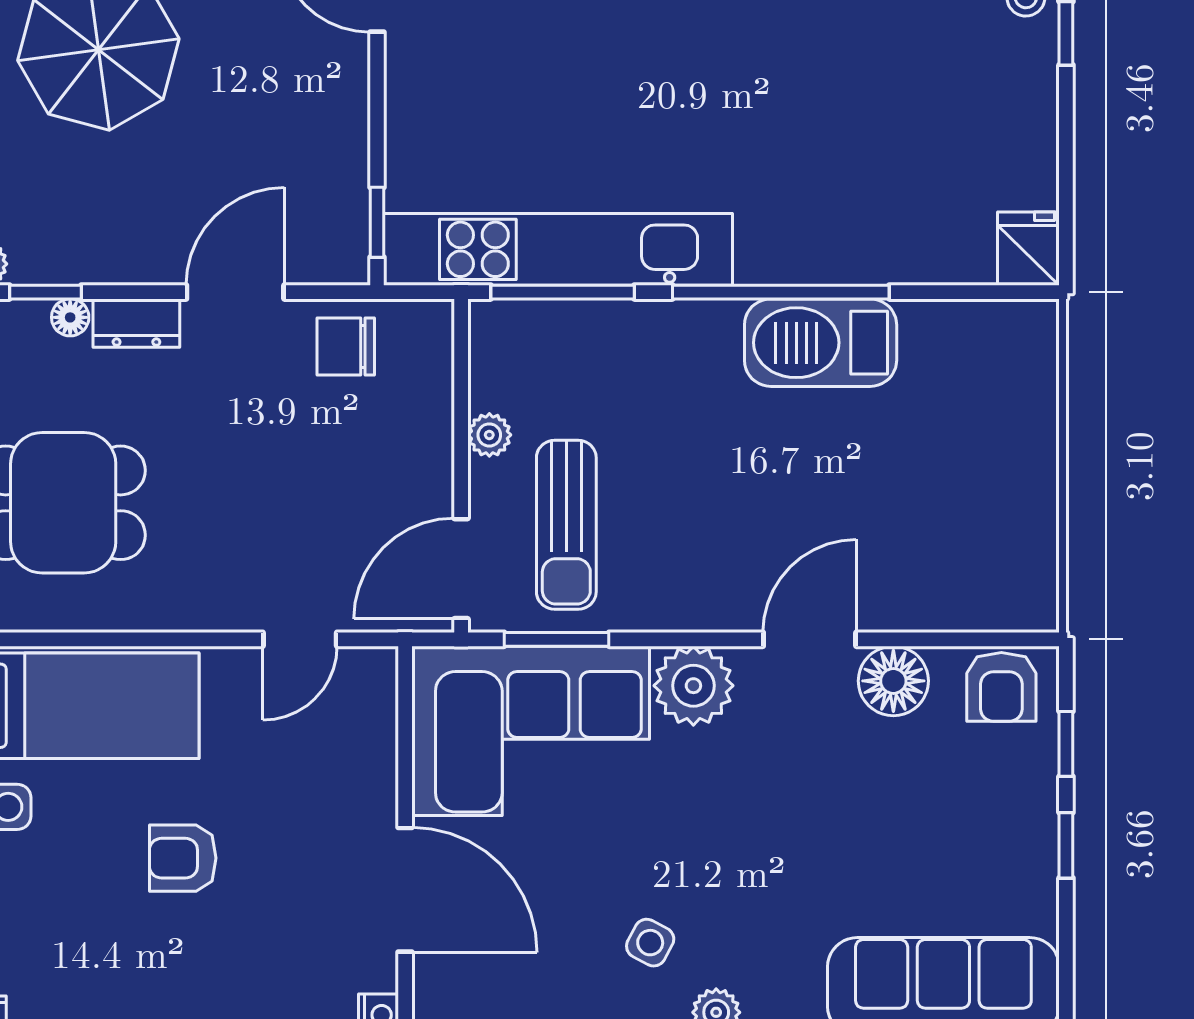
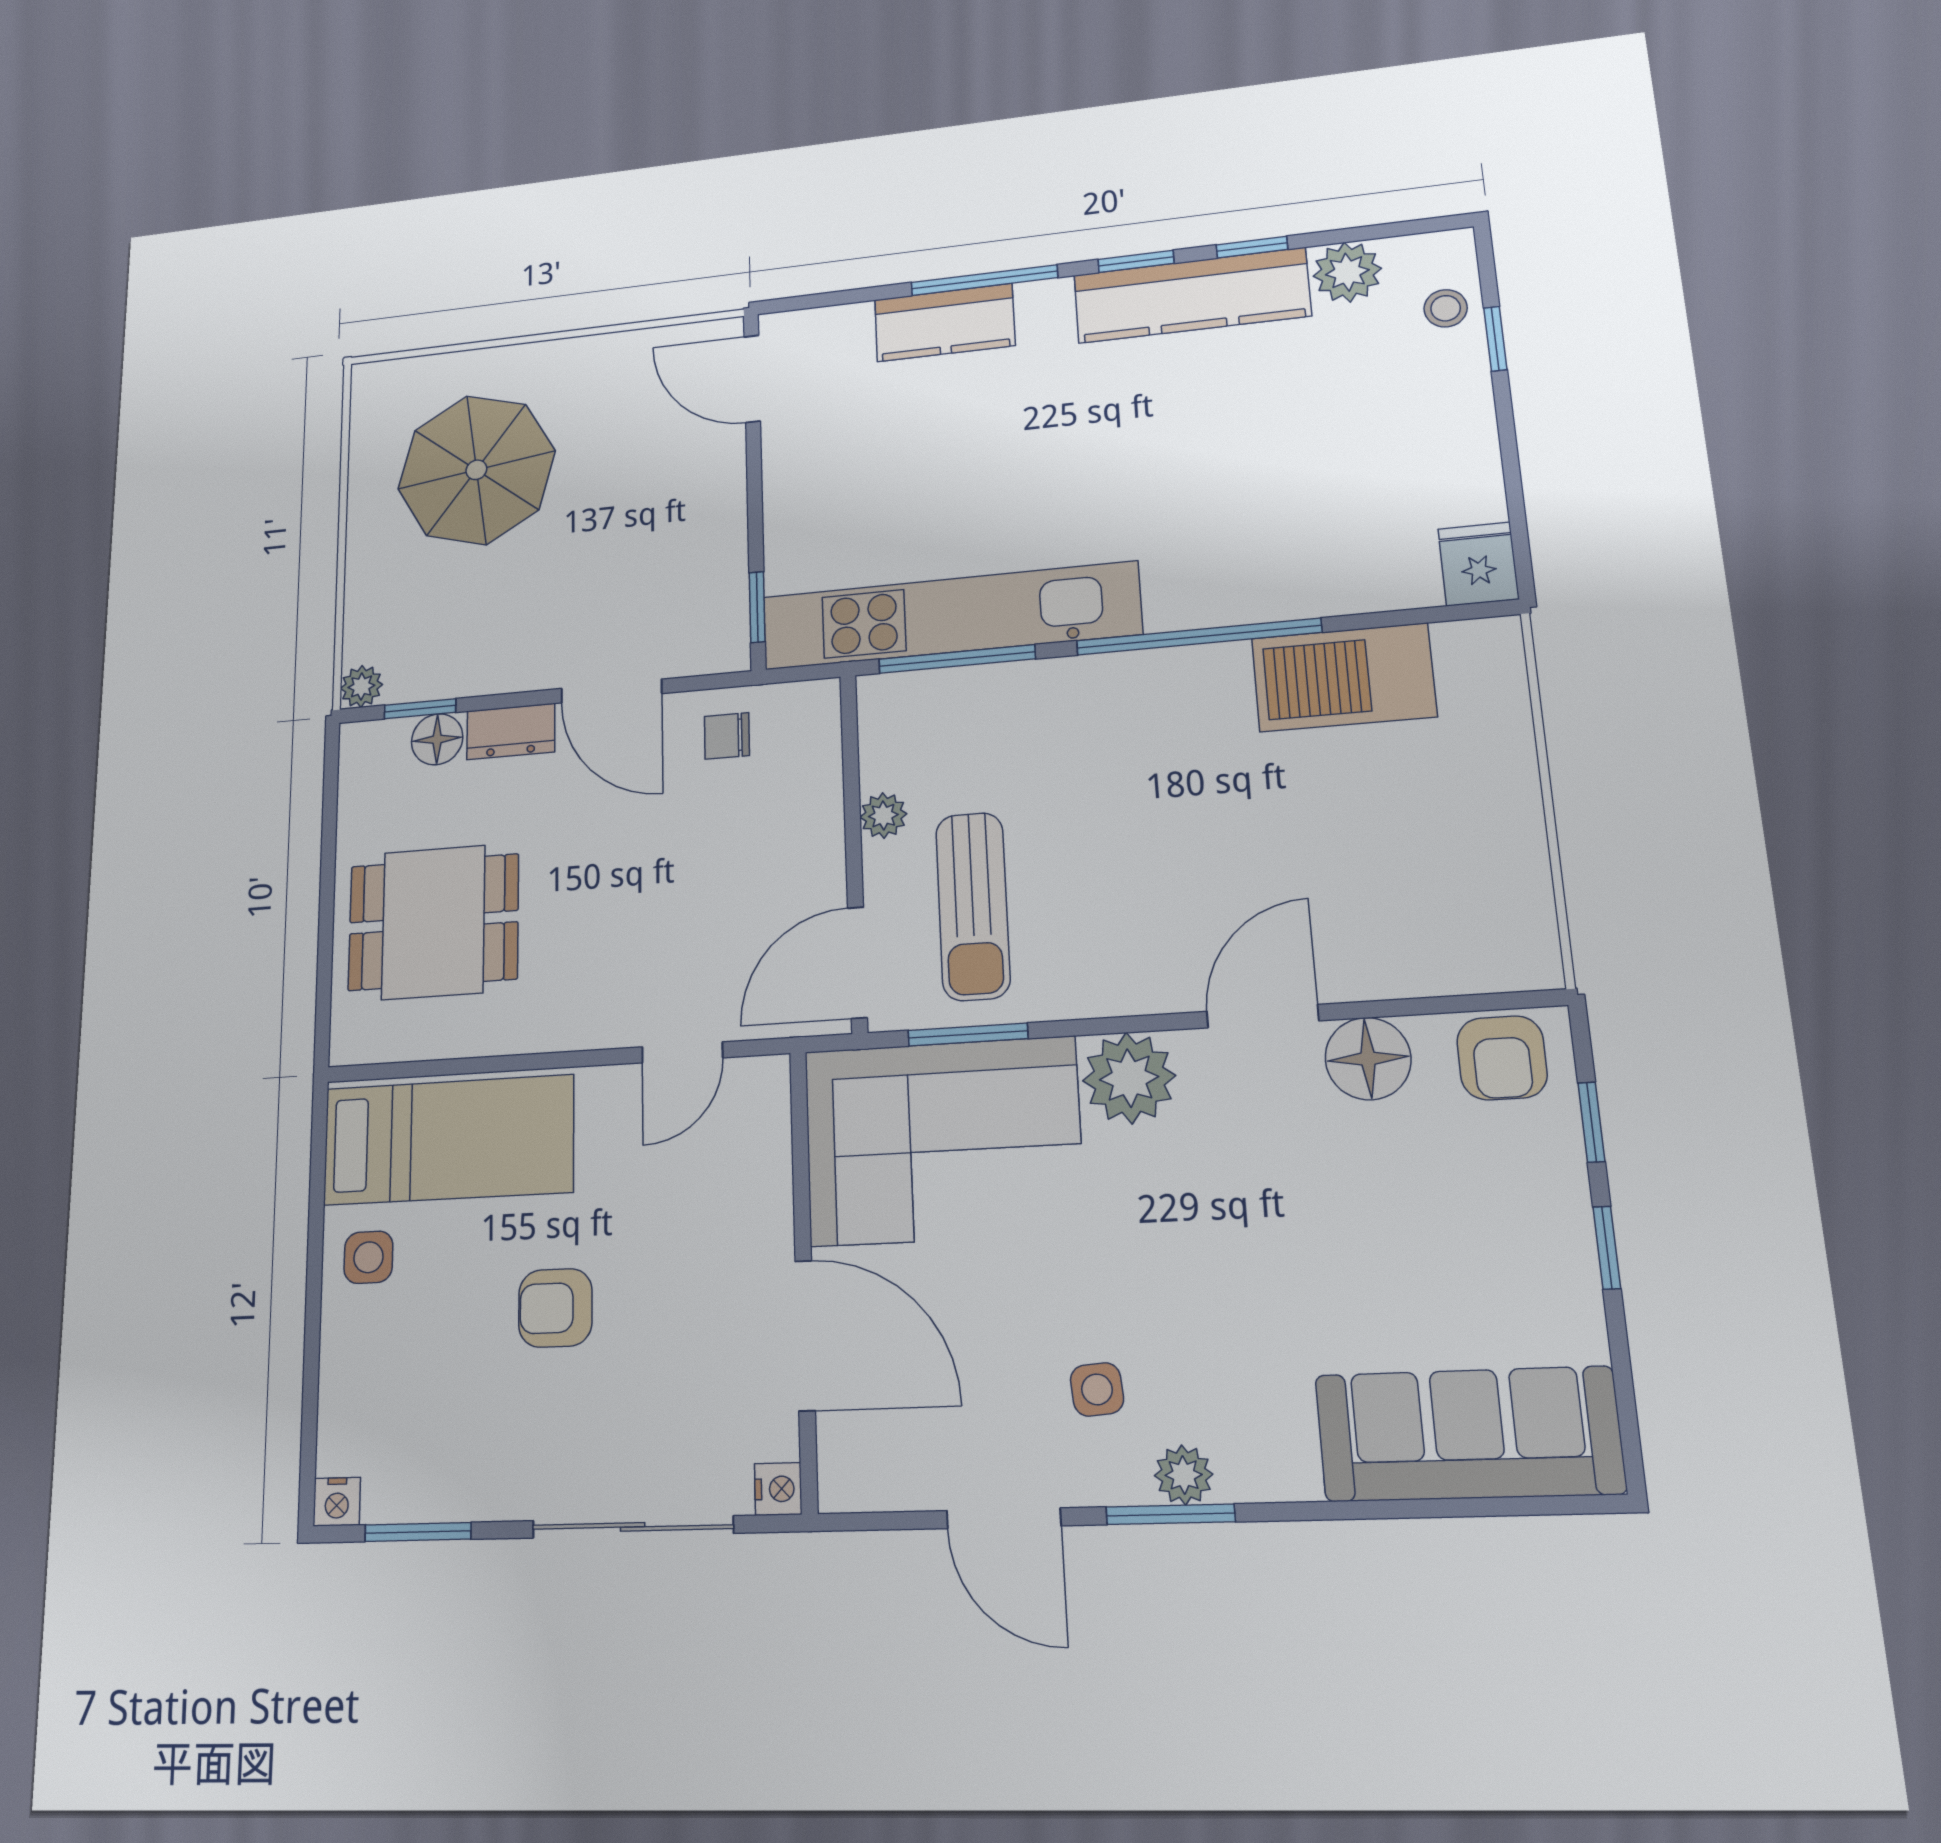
door: (235, 292) -> (611, 691), swing flipped
floor lamp: (70, 317) -> (437, 739), width x1.37, depth x1.37
barbecue: (821, 343) -> (1344, 677), moved
chair: (346, 346) -> (727, 736), width x0.73, depth x0.73
side table: (650, 943) -> (1097, 1389), turned -33

